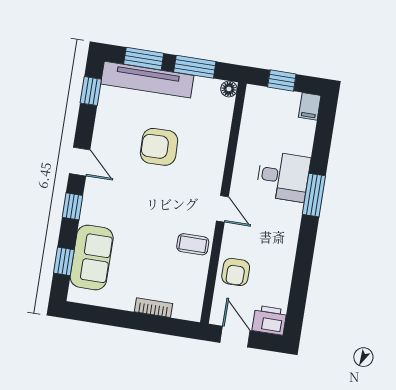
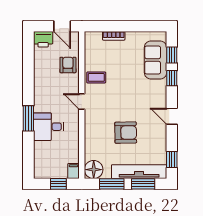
floor lamp: (229, 89) -> (94, 170), width x1.89, depth x1.89
filing cabinet: (310, 106) -> (74, 171), moved
window: (73, 206) -> (172, 78), moved

